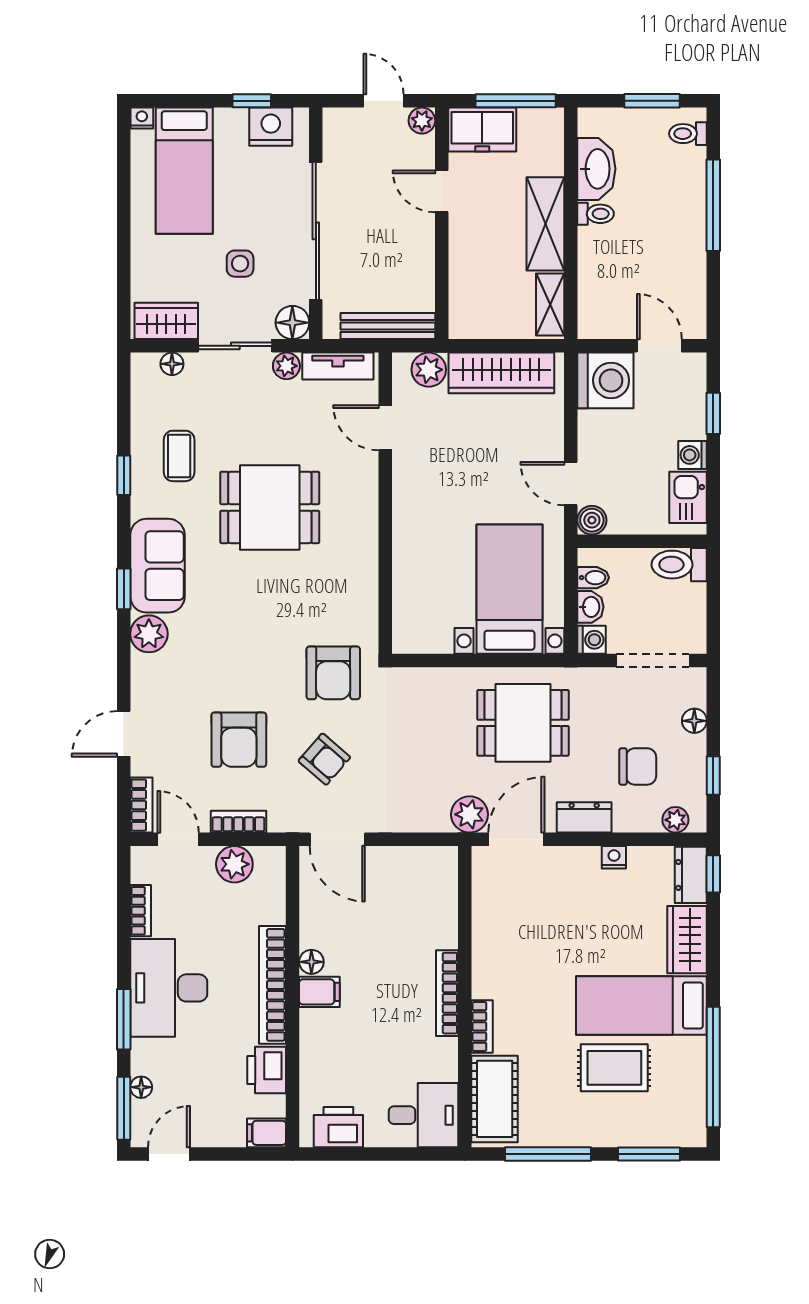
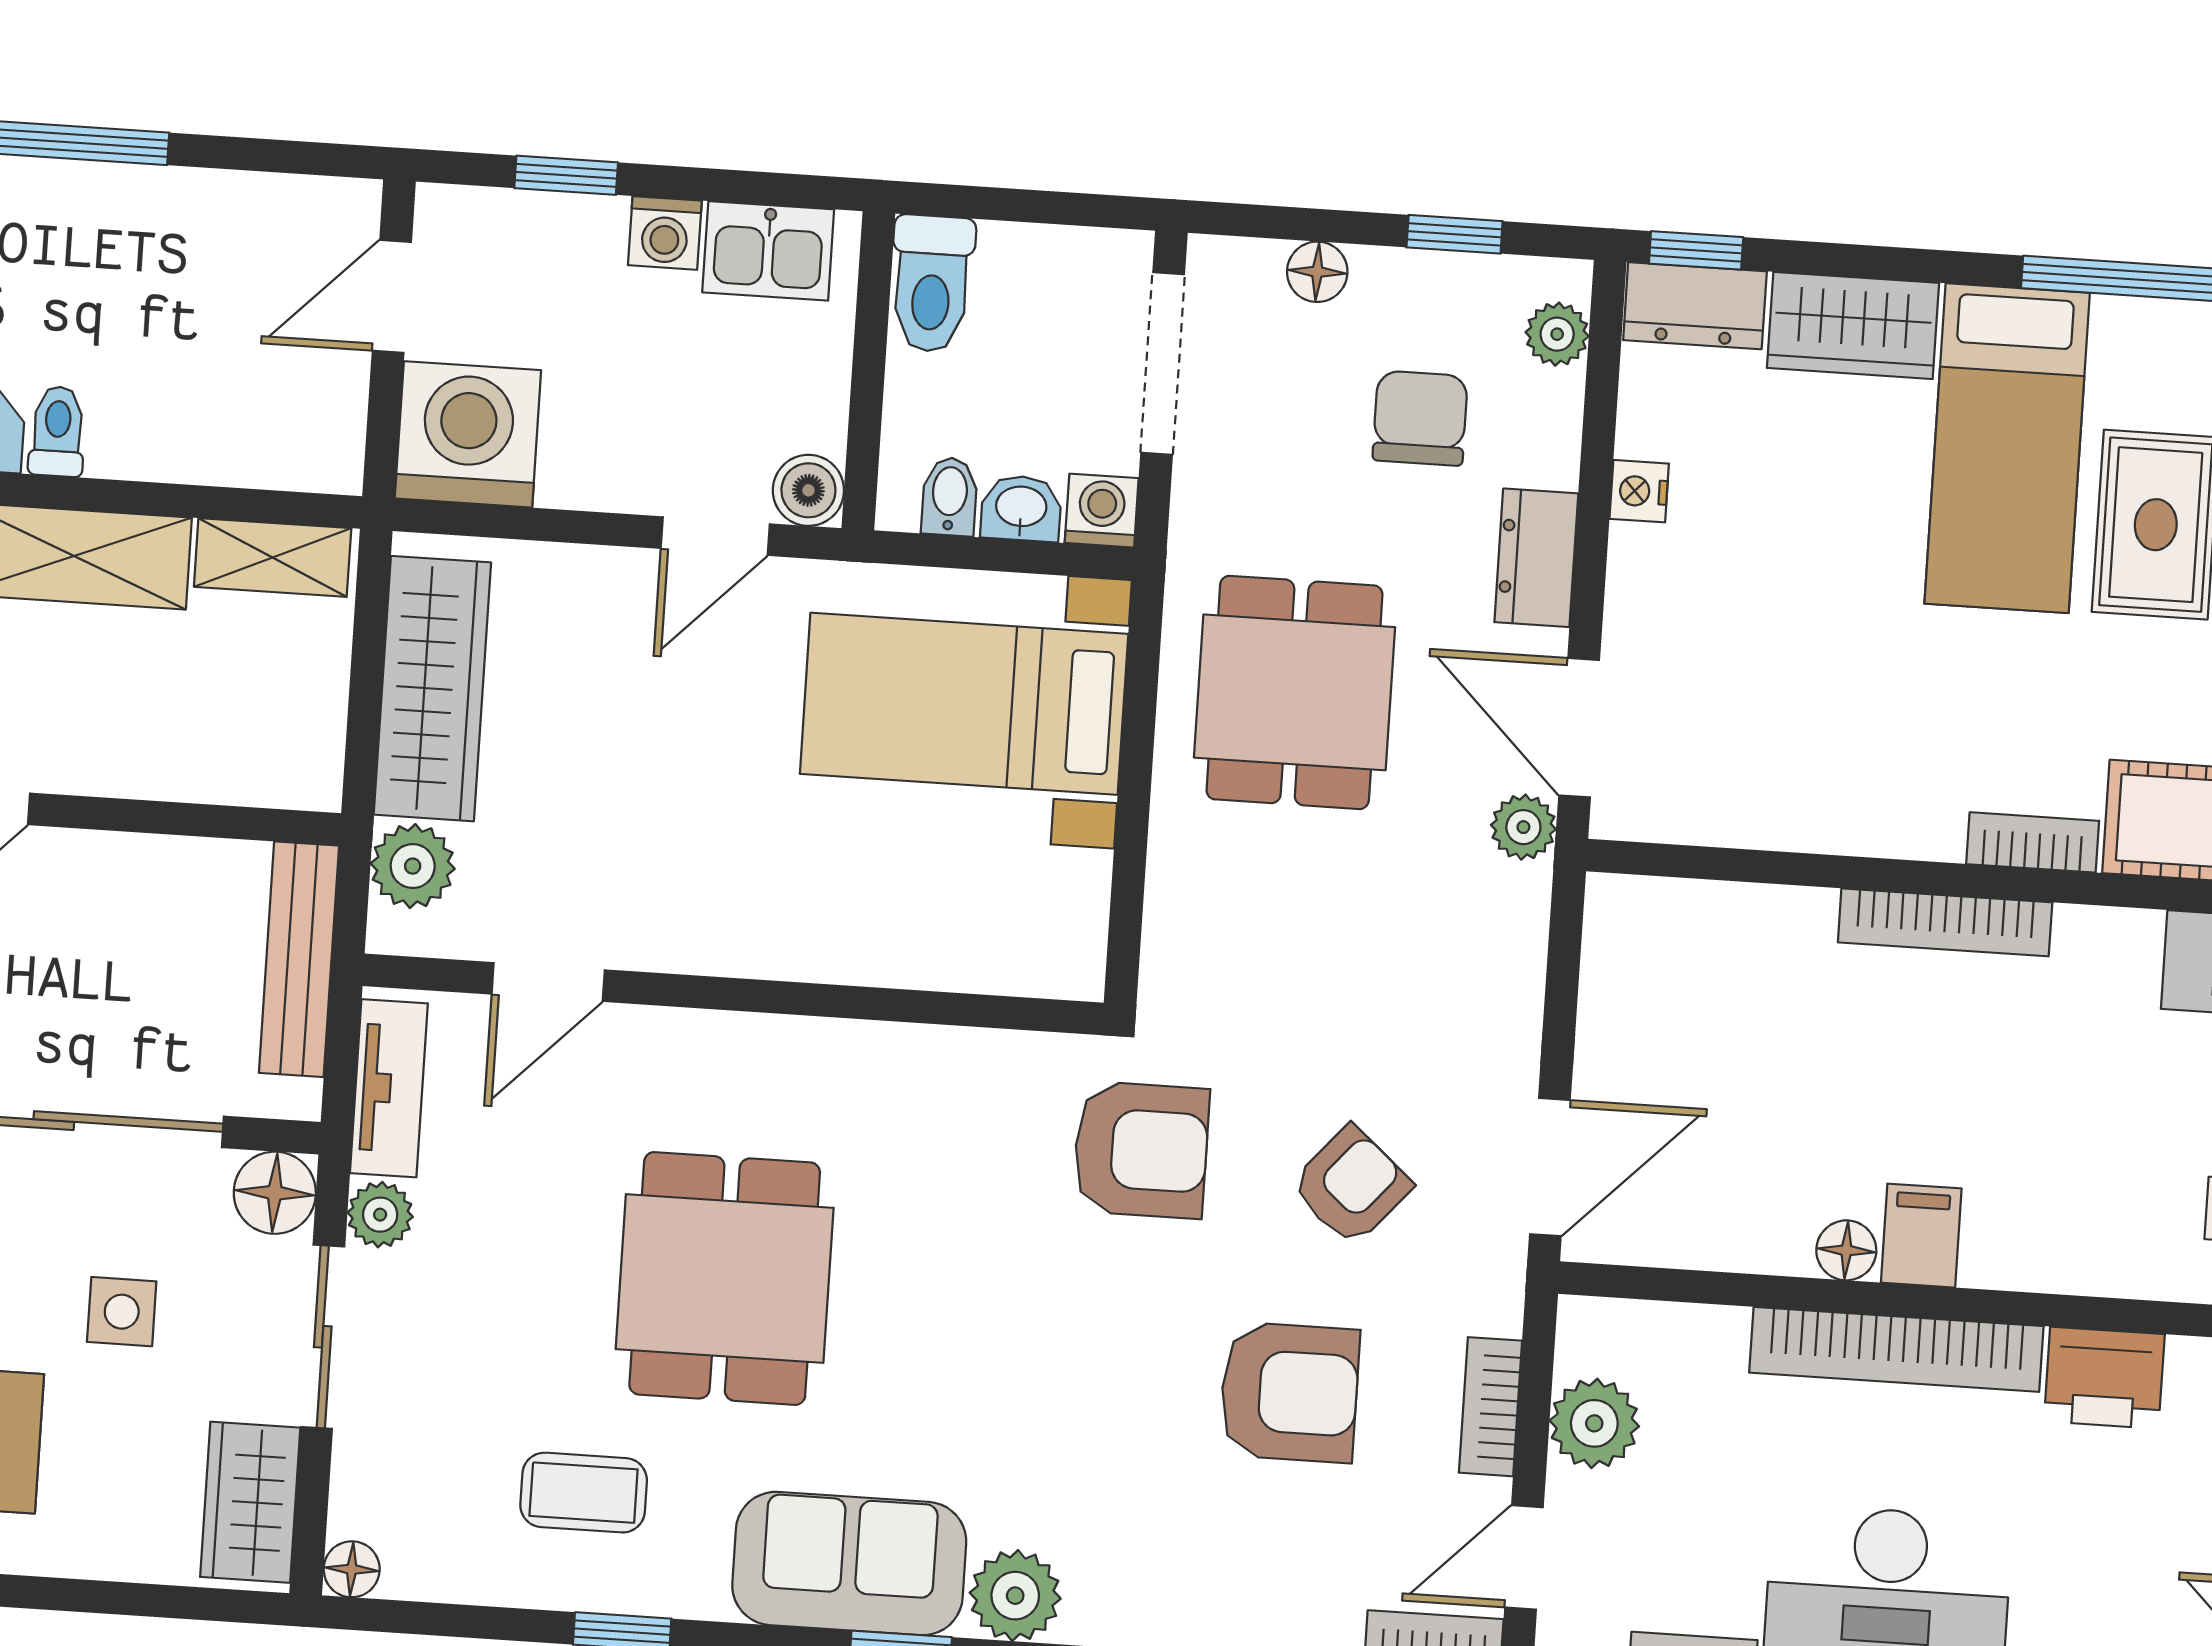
floor lamp: (172, 364) -> (352, 1569), moved
plant: (470, 814) -> (1523, 827), width x0.73, depth x0.73

